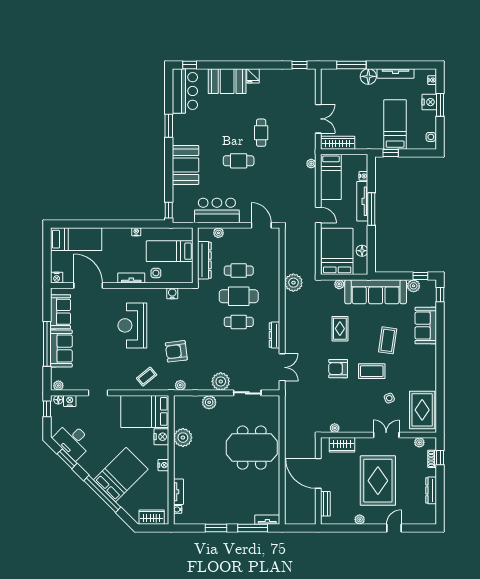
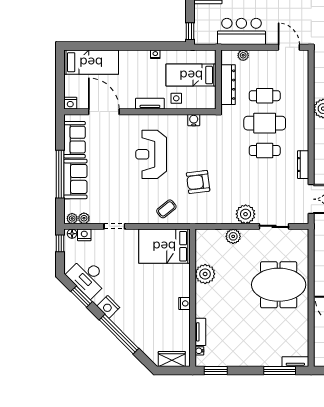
plant: (180, 385) -> (84, 218), moved
nightstand: (161, 437) -> (108, 307), moved, turned 135
bed: (121, 475) -> (139, 314), removed
window: (216, 528) -> (216, 371), moved

